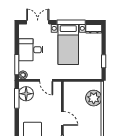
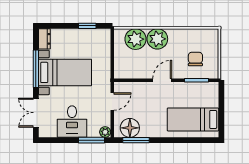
plant: (94, 115) -> (157, 39), added

